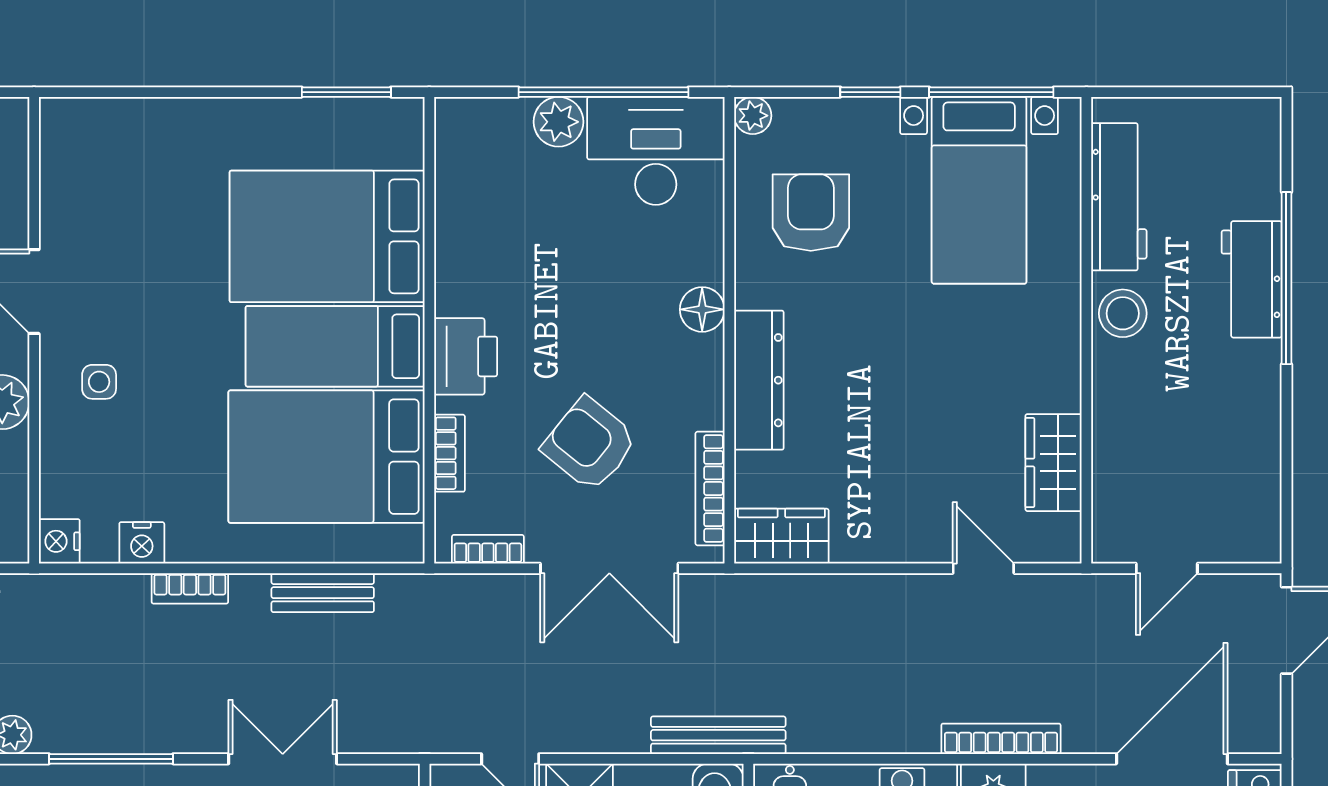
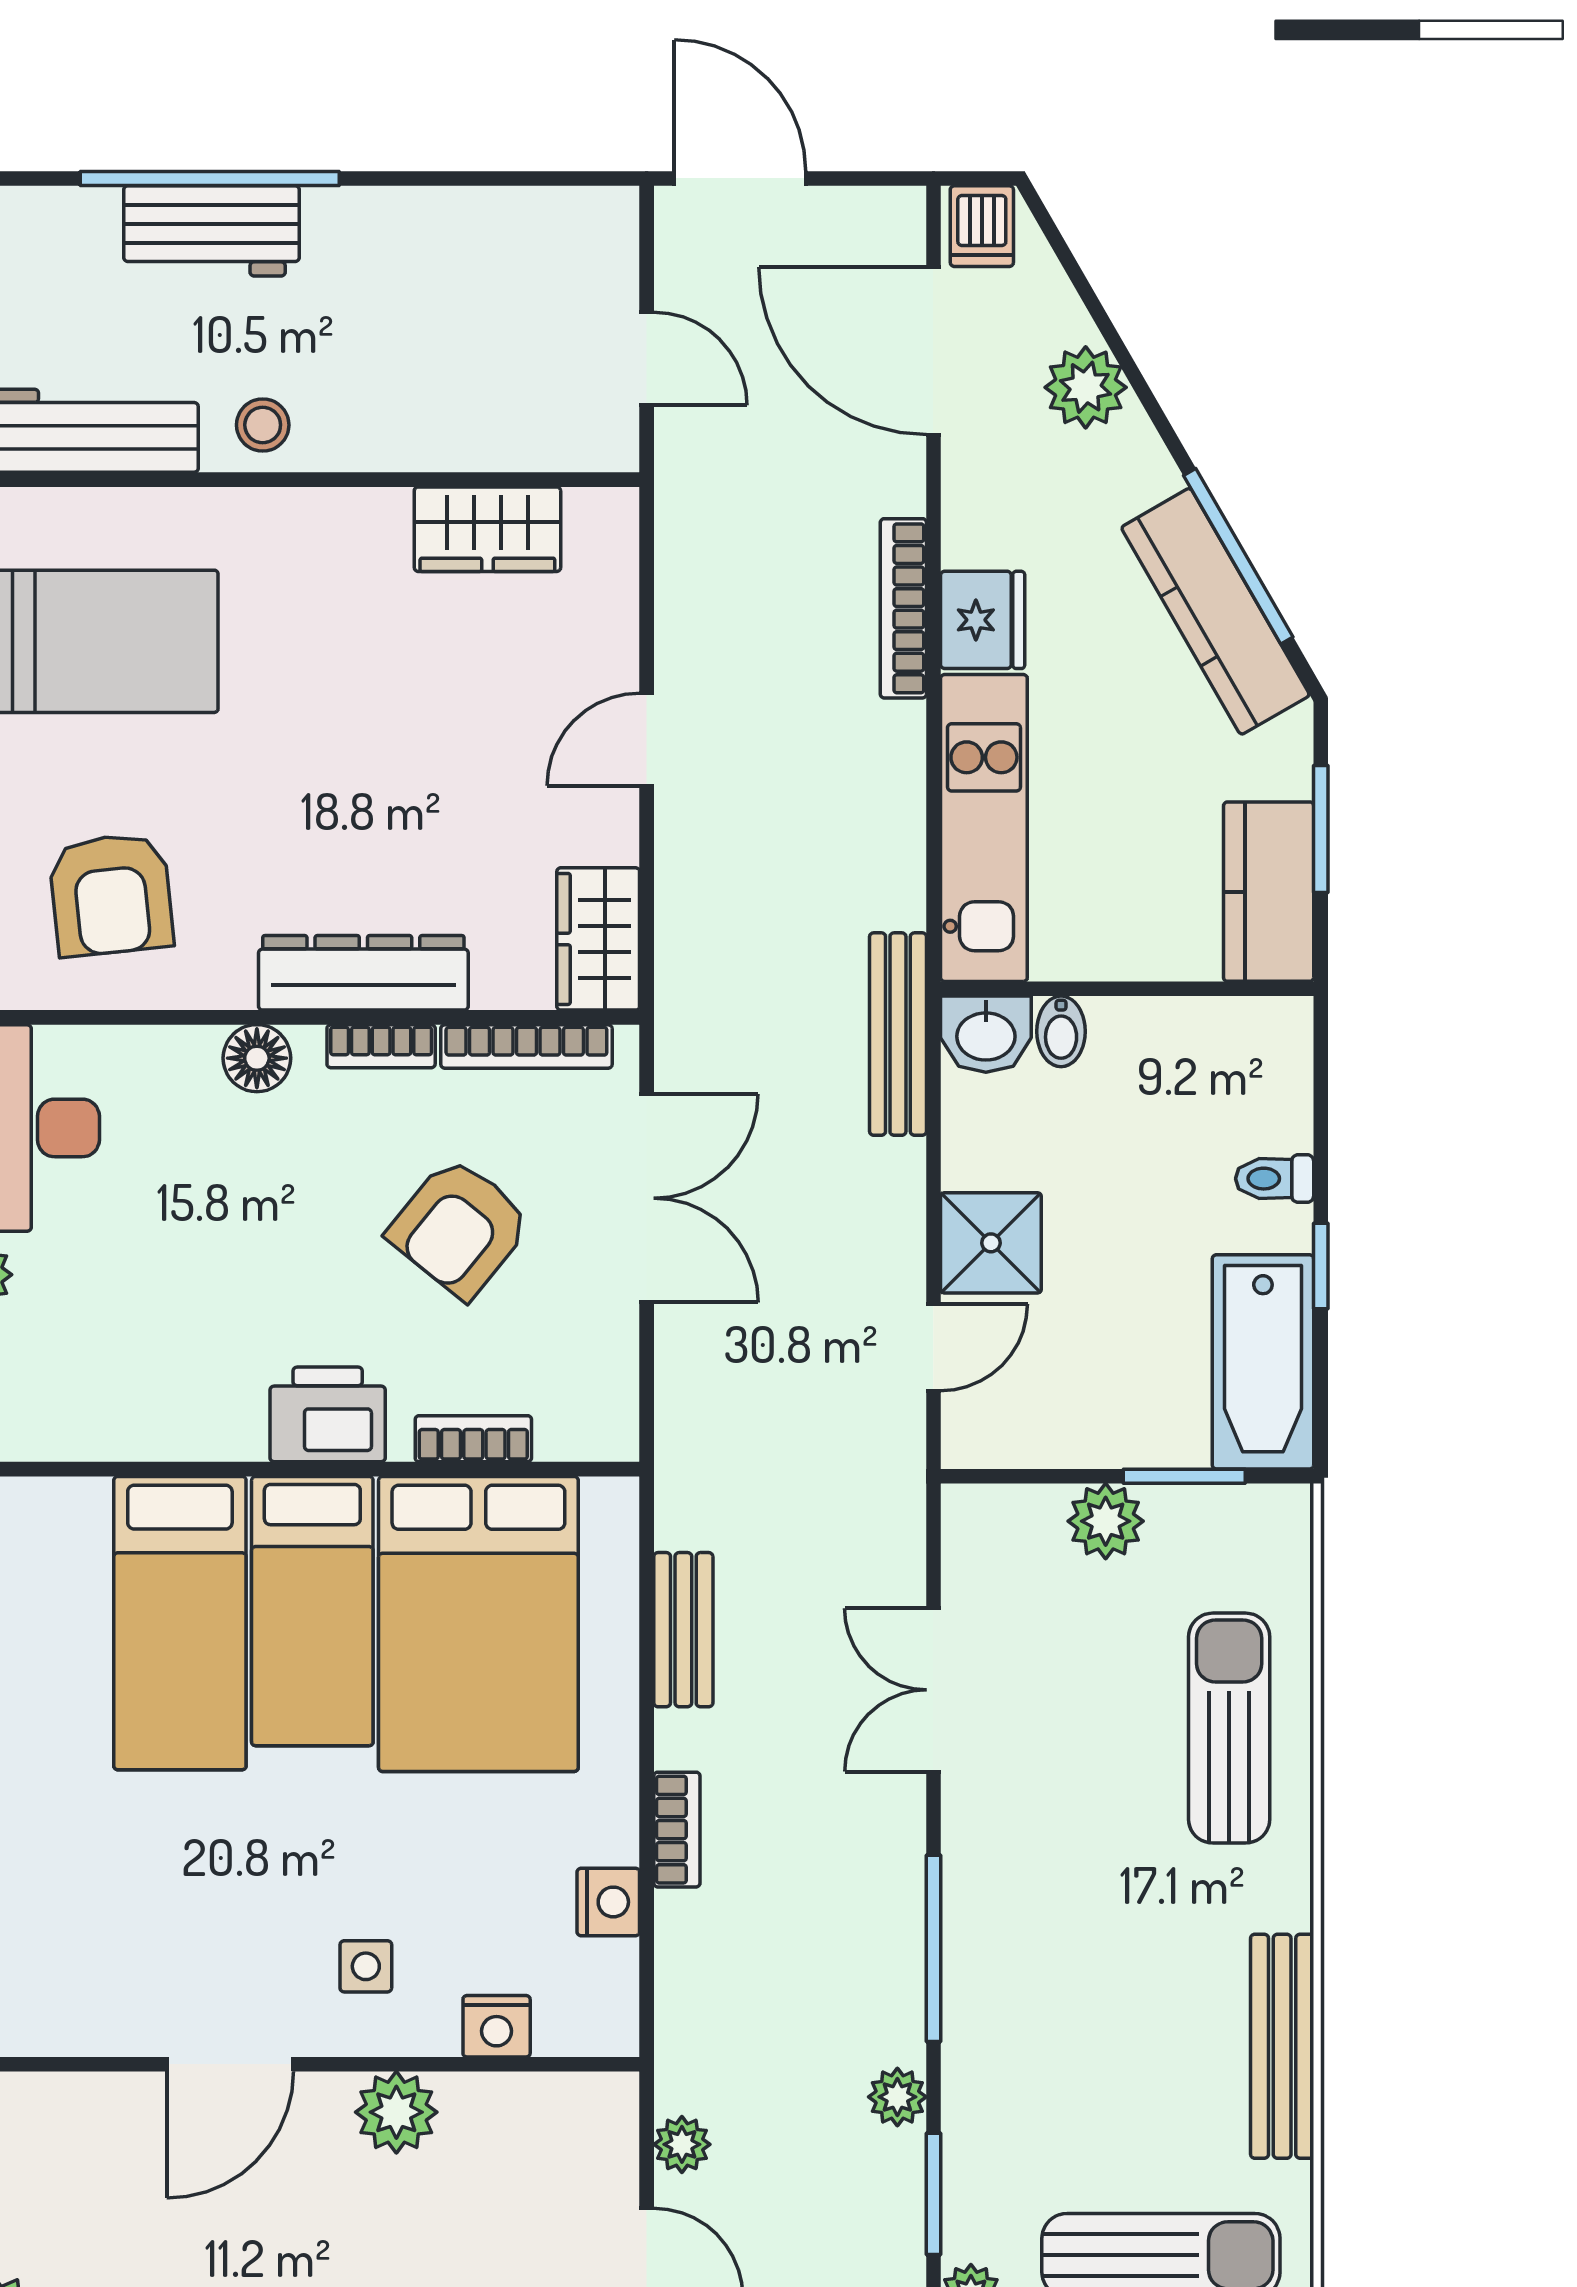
armchair: (811, 213) -> (111, 895), turned -96
bed: (327, 236) -> (180, 1623), width x0.67
stool: (1123, 313) -> (263, 425), width x0.73, depth x0.73
nightstand: (59, 541) -> (497, 2026), moved
bookcase: (488, 549) -> (381, 1046), moved, turned -90
door: (983, 568) -> (647, 740), moved

